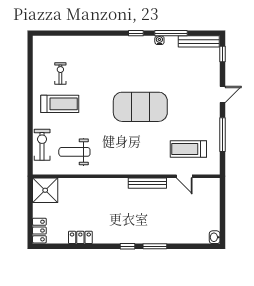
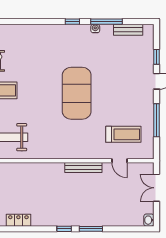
bench: (199, 41) -> (128, 30), width x0.73
window: (222, 54) -> (157, 57), moved
exercise mat: (140, 107) -> (77, 93), turned 90
treadmill: (188, 149) -> (123, 134), turned 180
double door: (222, 204) -> (157, 188), added

